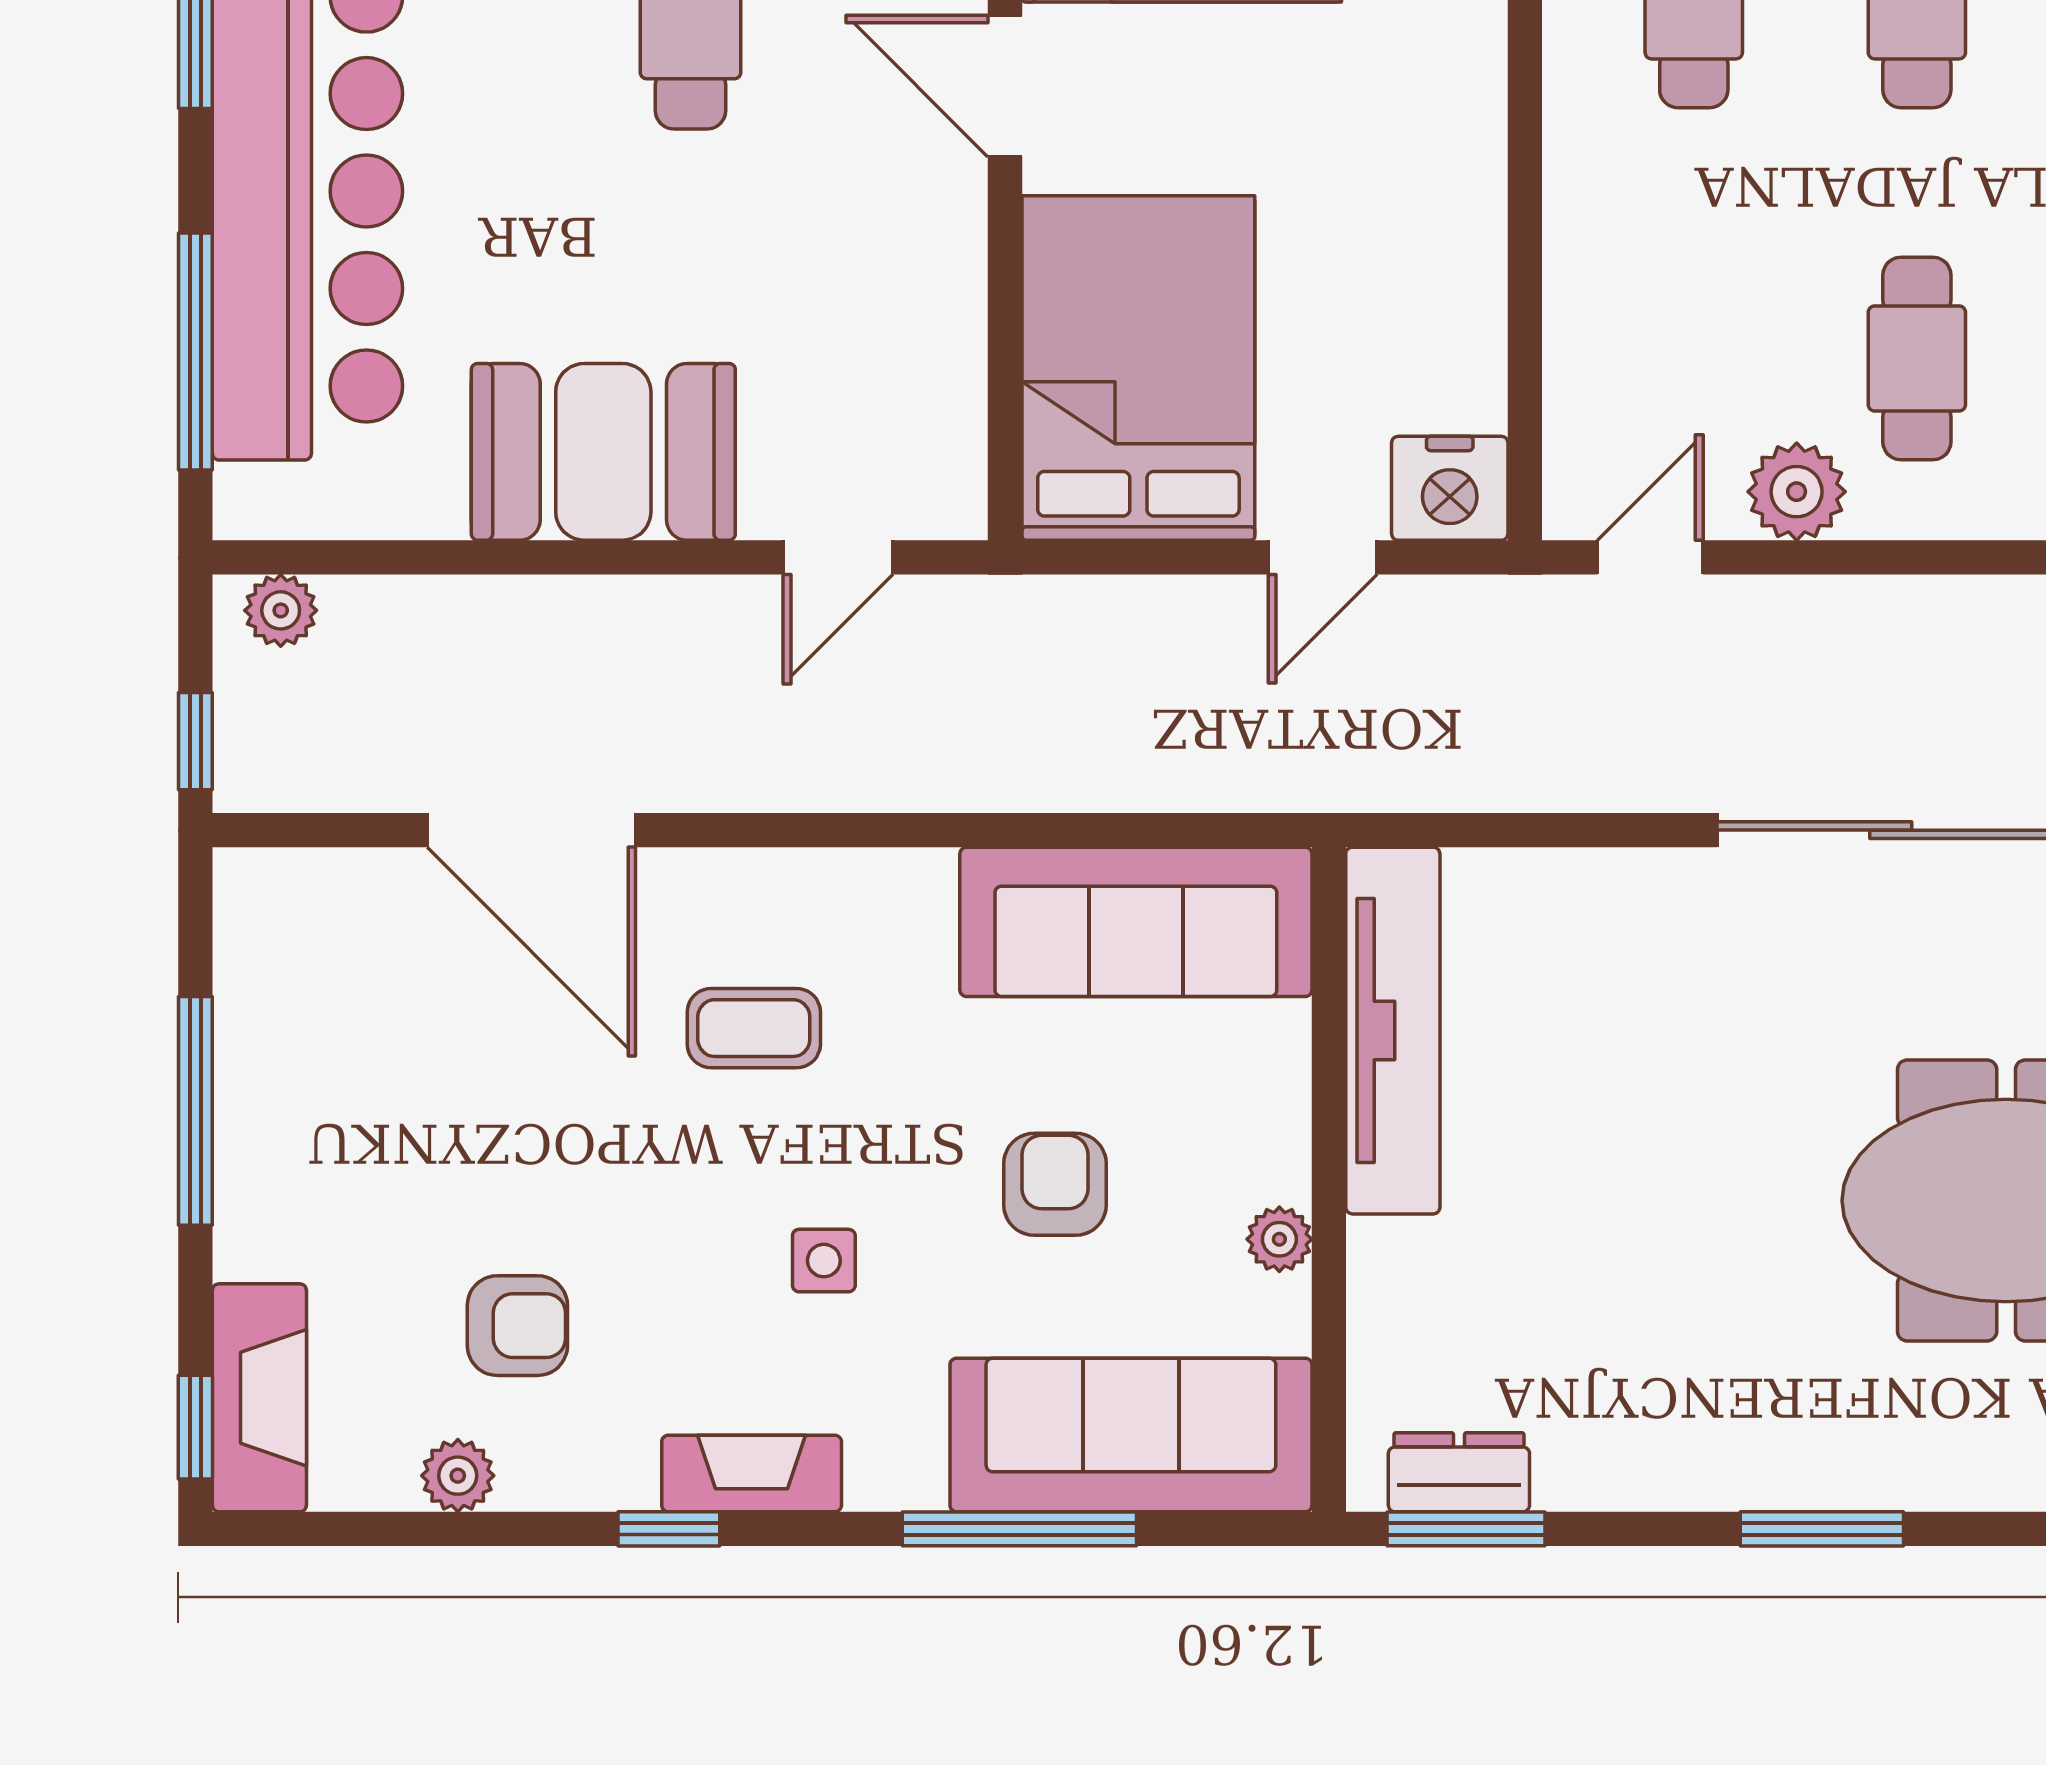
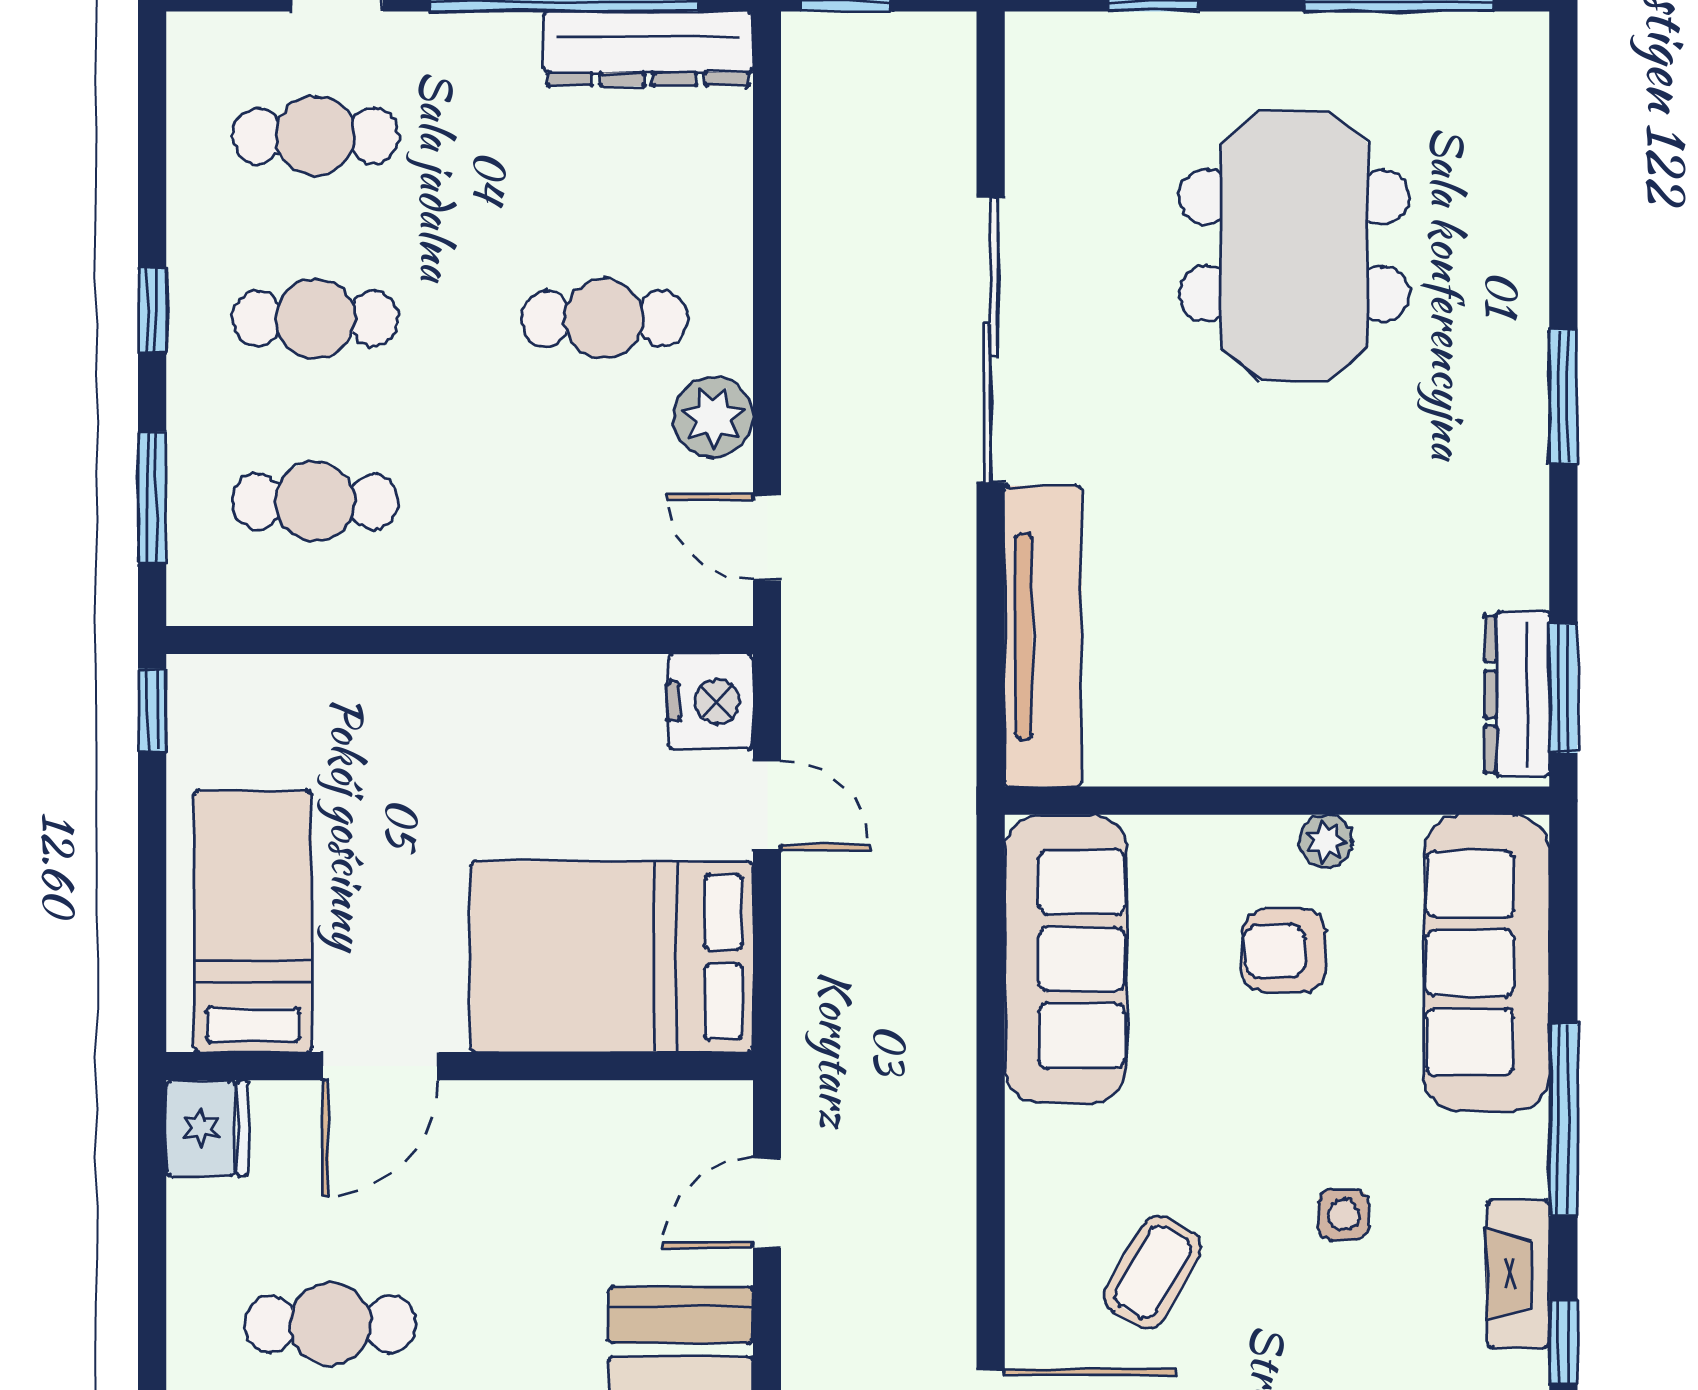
door: (838, 557) -> (767, 1203), swing flipped
coffee table: (754, 1028) -> (1153, 1272), turned 30
tv unit: (1393, 1031) -> (1043, 636), moved, turned 90
armchair: (1055, 1184) -> (1284, 951), moved
dresser: (1459, 1472) -> (1517, 694), width x1.44
window: (1019, 1529) -> (1563, 1120), moved

